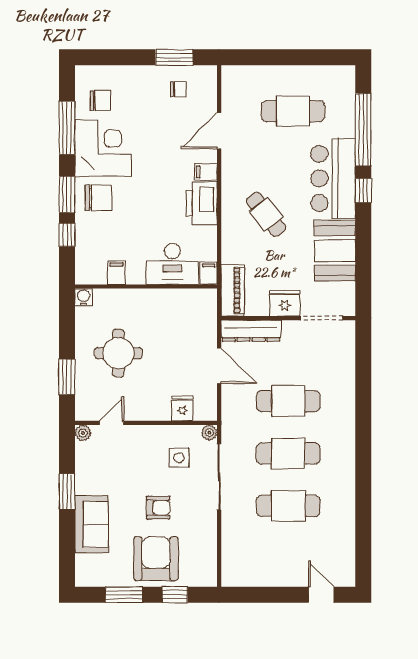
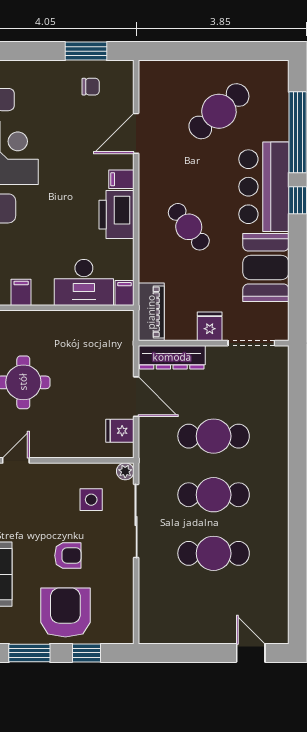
cafe table: (293, 111) -> (219, 111), turned -41
fridge: (285, 303) -> (210, 326), width x0.72
fridge: (182, 408) -> (120, 431), moved, turned -90

